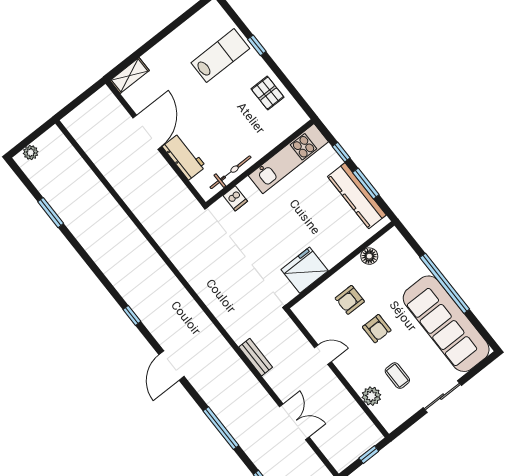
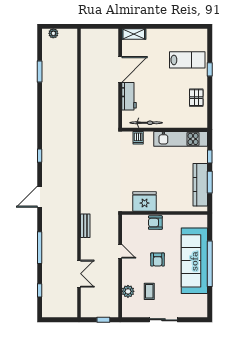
floor lamp: (369, 256) -> (183, 220), removed
armchair: (350, 300) -> (155, 223), moved
sofa: (446, 324) -> (194, 261), moved

